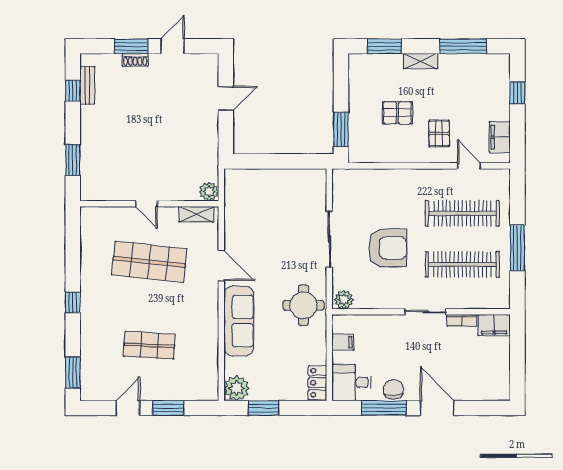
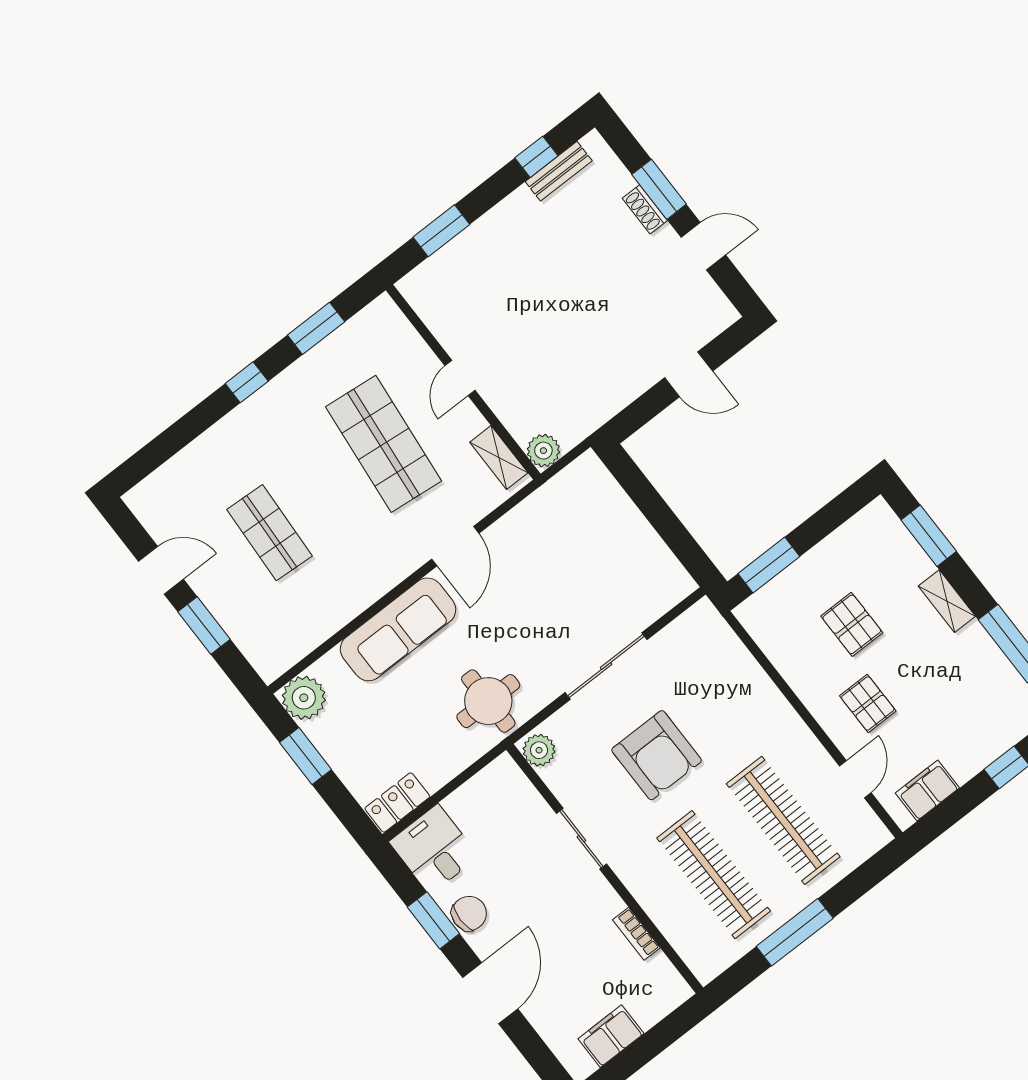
pallet: (439, 133) -> (868, 703), turned 90
sliding door: (425, 312) -> (581, 839), moved
filing cabinet: (494, 325) -> (611, 1036), moved, turned 90
filing cabinet: (343, 342) -> (480, 794), removed
window: (73, 372) -> (316, 328), moved
window: (384, 408) -> (433, 920), width x0.69

